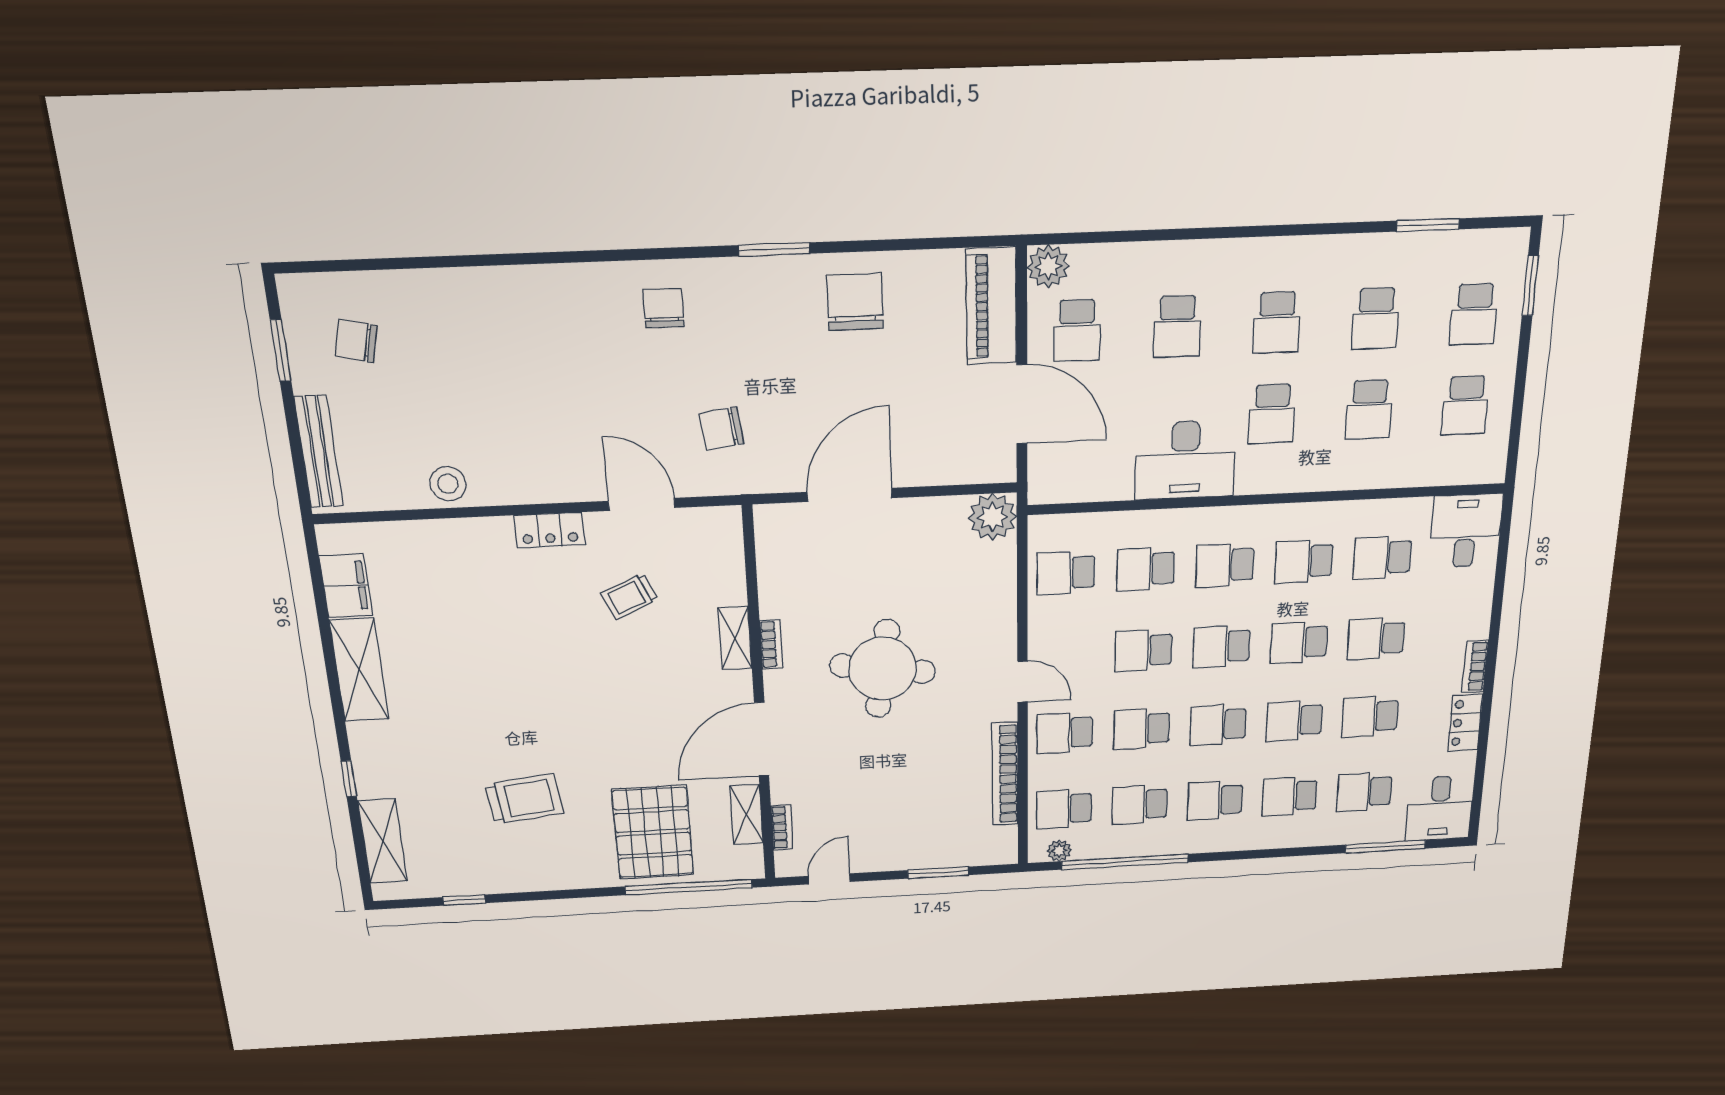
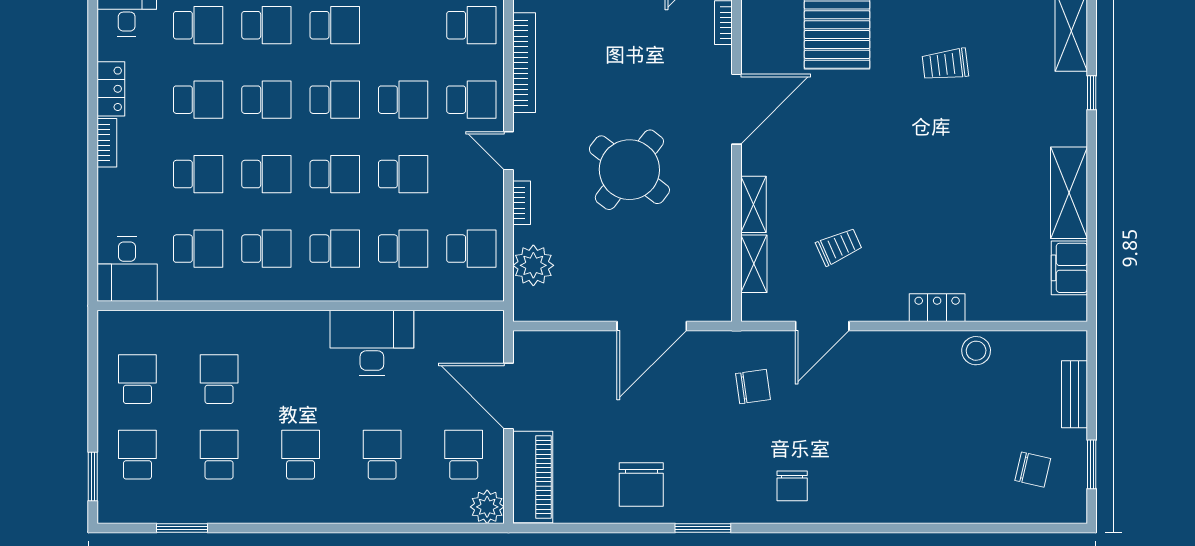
school desk: (1272, 414) -> (301, 379), removed
bench: (319, 452) -> (1074, 394), width x0.73
door: (642, 504) -> (822, 326), hinge flipped
plant: (993, 517) -> (533, 265), moved
locker: (549, 530) -> (937, 308), moved
bookcase: (771, 644) -> (522, 203), moved, turned 180
round table: (883, 669) -> (629, 170), turned 30
trolley: (524, 799) -> (945, 64), width x0.73, depth x0.72
school desk: (1140, 805) -> (403, 25), removed
shelving: (747, 814) -> (754, 264), moved

